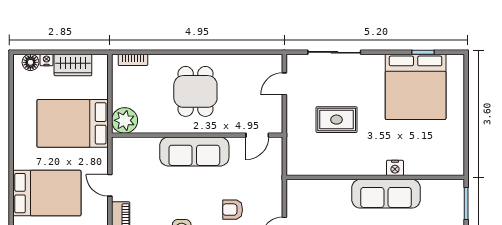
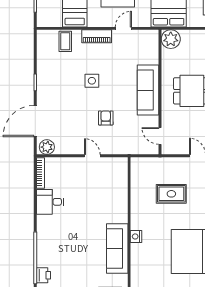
rug: (337, 120) -> (171, 194), turned 90
sofa: (386, 194) -> (117, 248), moved

